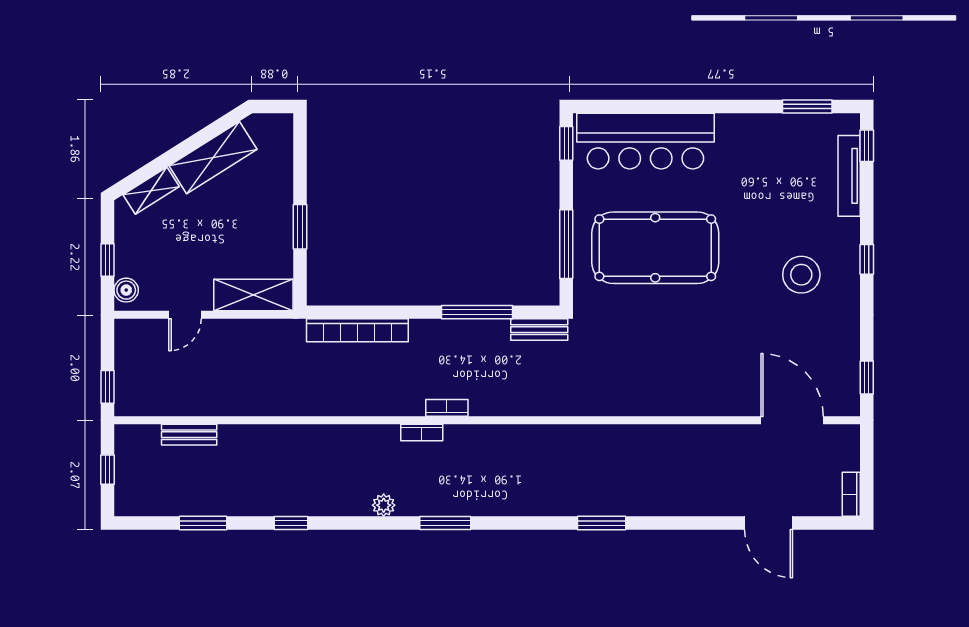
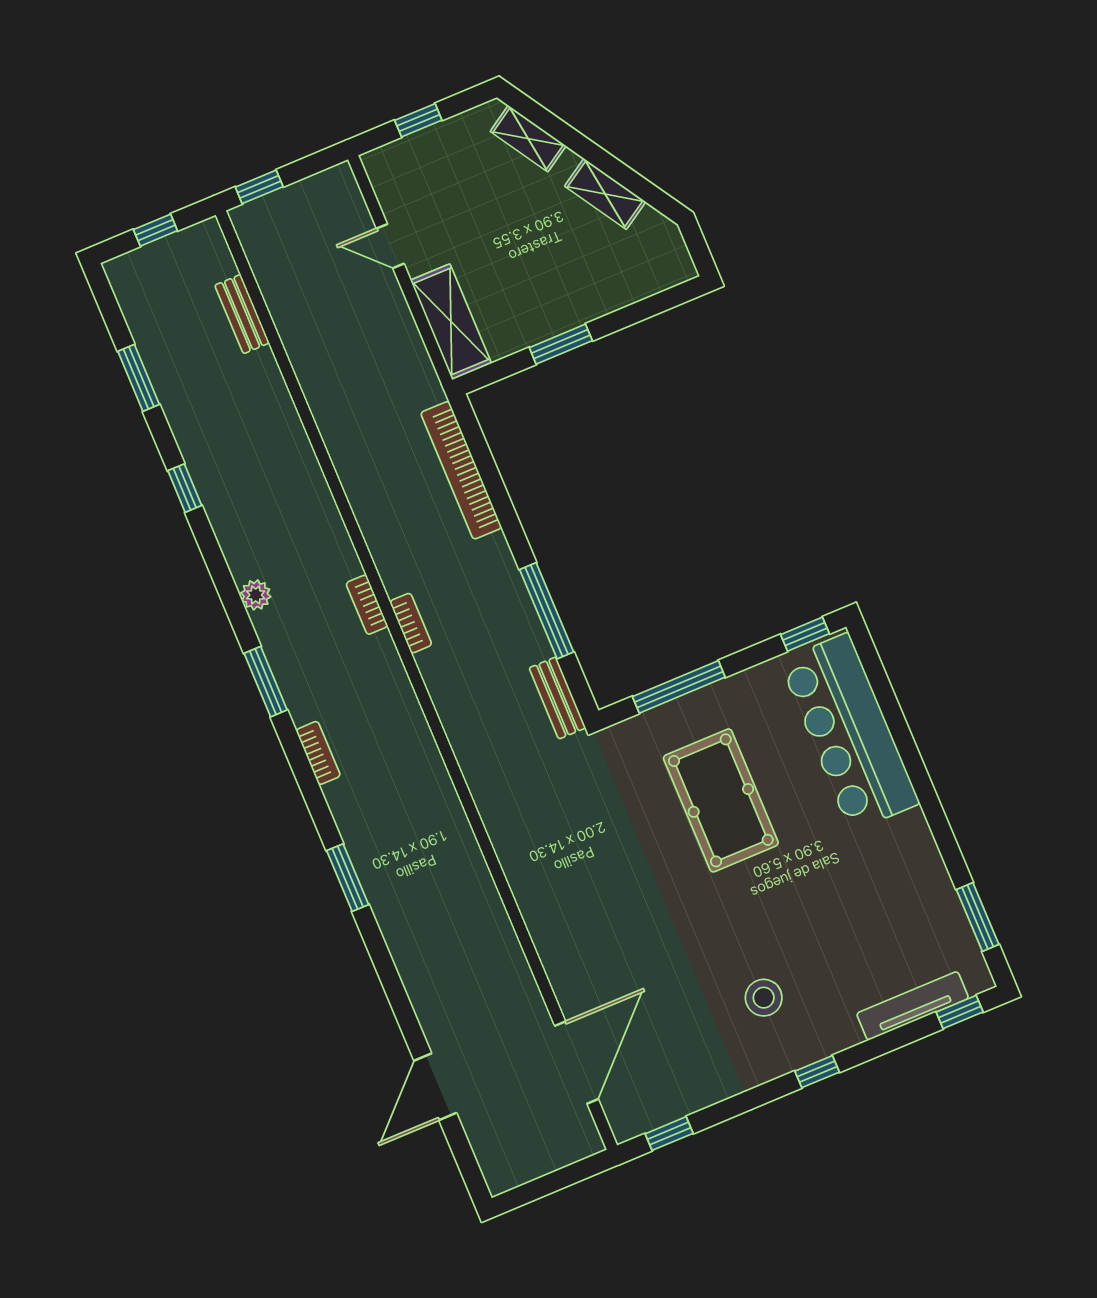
shelving: (213, 158) -> (605, 194), width x0.67, depth x0.75
pool table: (655, 248) -> (721, 800), width x0.73, depth x0.76
stool: (801, 275) -> (764, 998), width x0.73, depth x0.73
boiler: (126, 290) -> (390, 159), removed
bookcase: (851, 494) -> (318, 753), moved, turned 90

